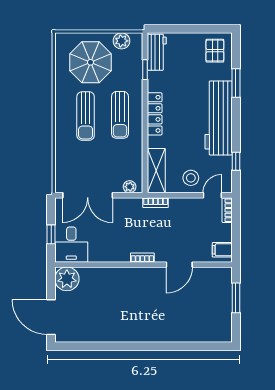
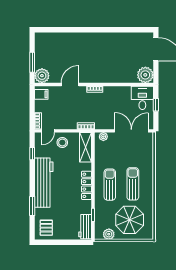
plant: (221, 278) -> (42, 76), added

